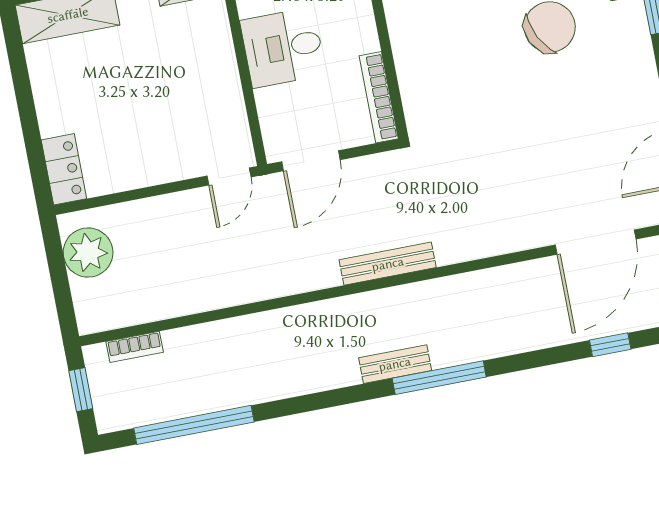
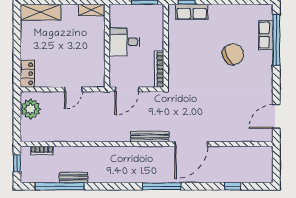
door: (229, 177) -> (73, 89), moved
door: (596, 242) -> (191, 144), moved
bench: (395, 364) -> (74, 177), moved

